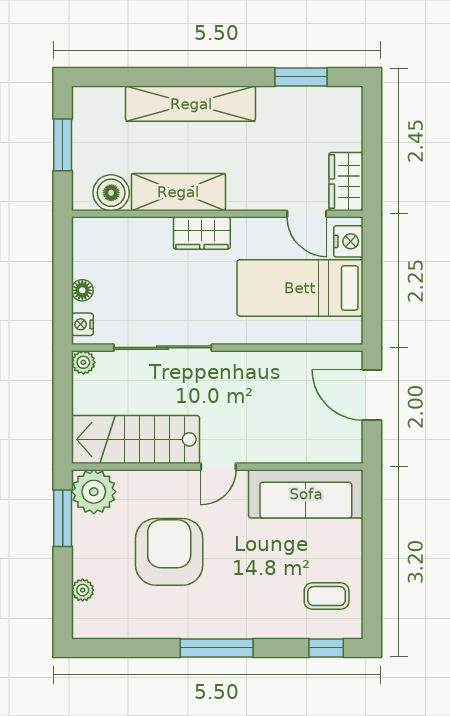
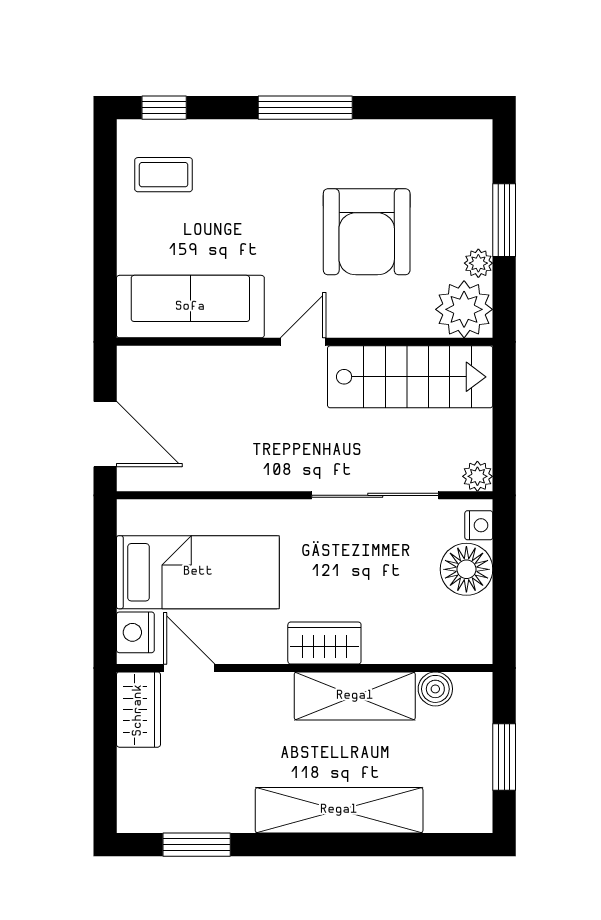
boiler: (111, 193) -> (435, 689), width x0.73, depth x0.73
floor lamp: (82, 290) -> (466, 569), width x1.89, depth x1.89
window: (63, 518) -> (504, 220), moved
plant: (83, 590) -> (478, 263), moved

